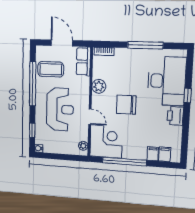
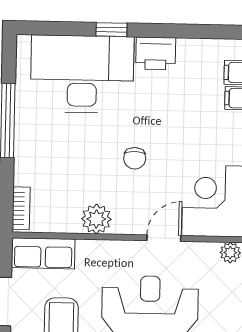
chair: (126, 105) -> (135, 158), width x0.54, depth x0.54

